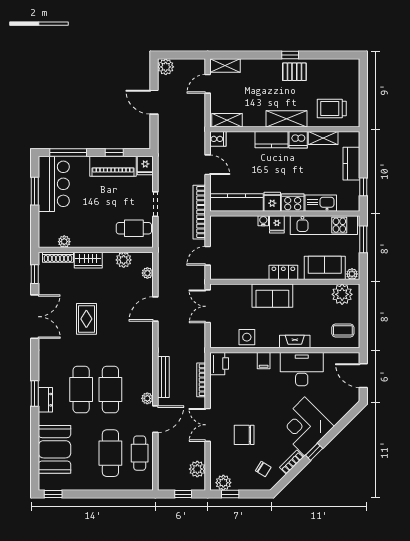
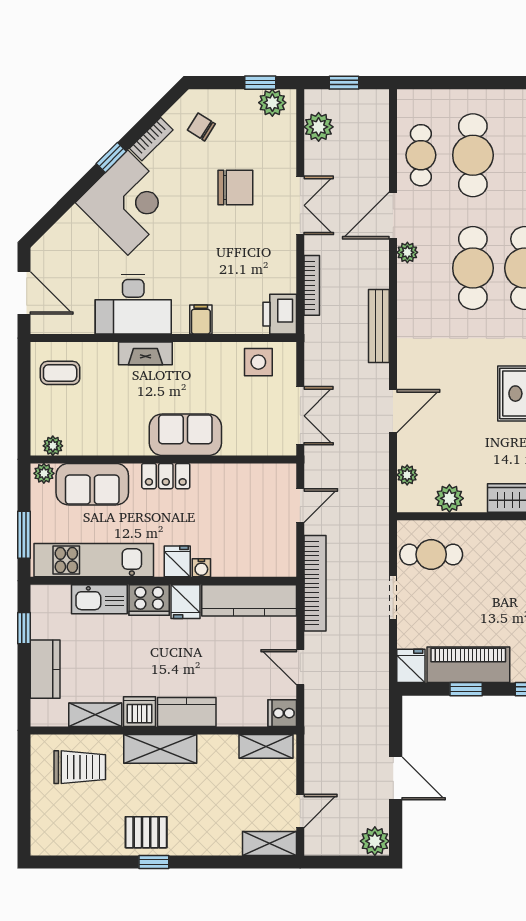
plant: (342, 294) -> (53, 446), width x0.53, depth x0.53
side table: (247, 337) -> (258, 362), moved
bench: (163, 377) -> (379, 326), moved

